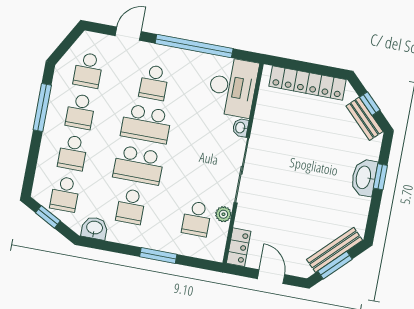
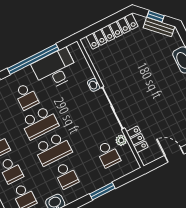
desk: (233, 87) -> (55, 69), moved, turned -90
locker: (239, 247) -> (137, 139), moved

